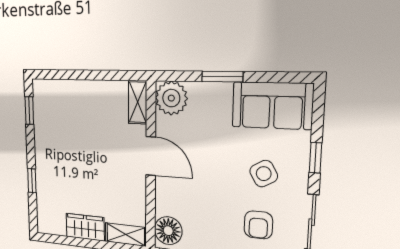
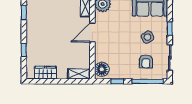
door: (151, 156) -> (92, 32), swing flipped
wardrobe: (85, 227) -> (45, 73), moved

